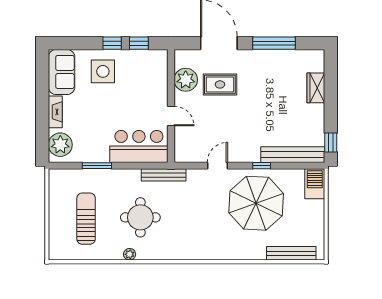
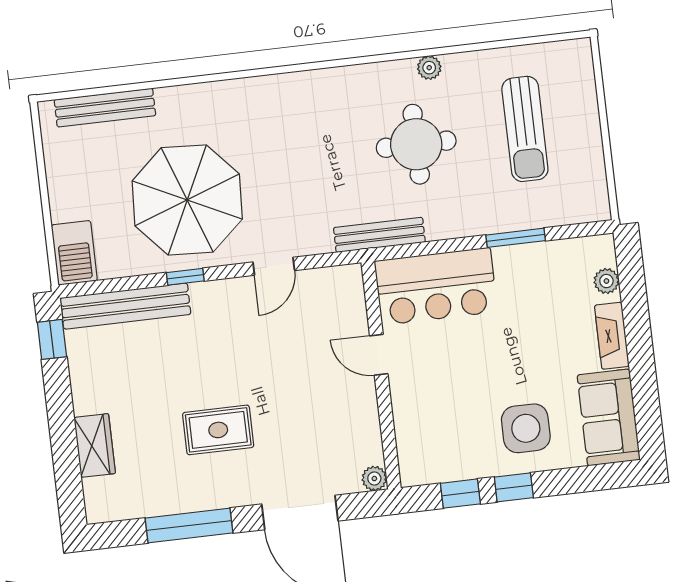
plant: (186, 80) -> (374, 478), moved, width x0.53, depth x0.53
rug: (220, 84) -> (218, 430), moved
plant: (60, 145) -> (606, 281), width x0.53, depth x0.53

